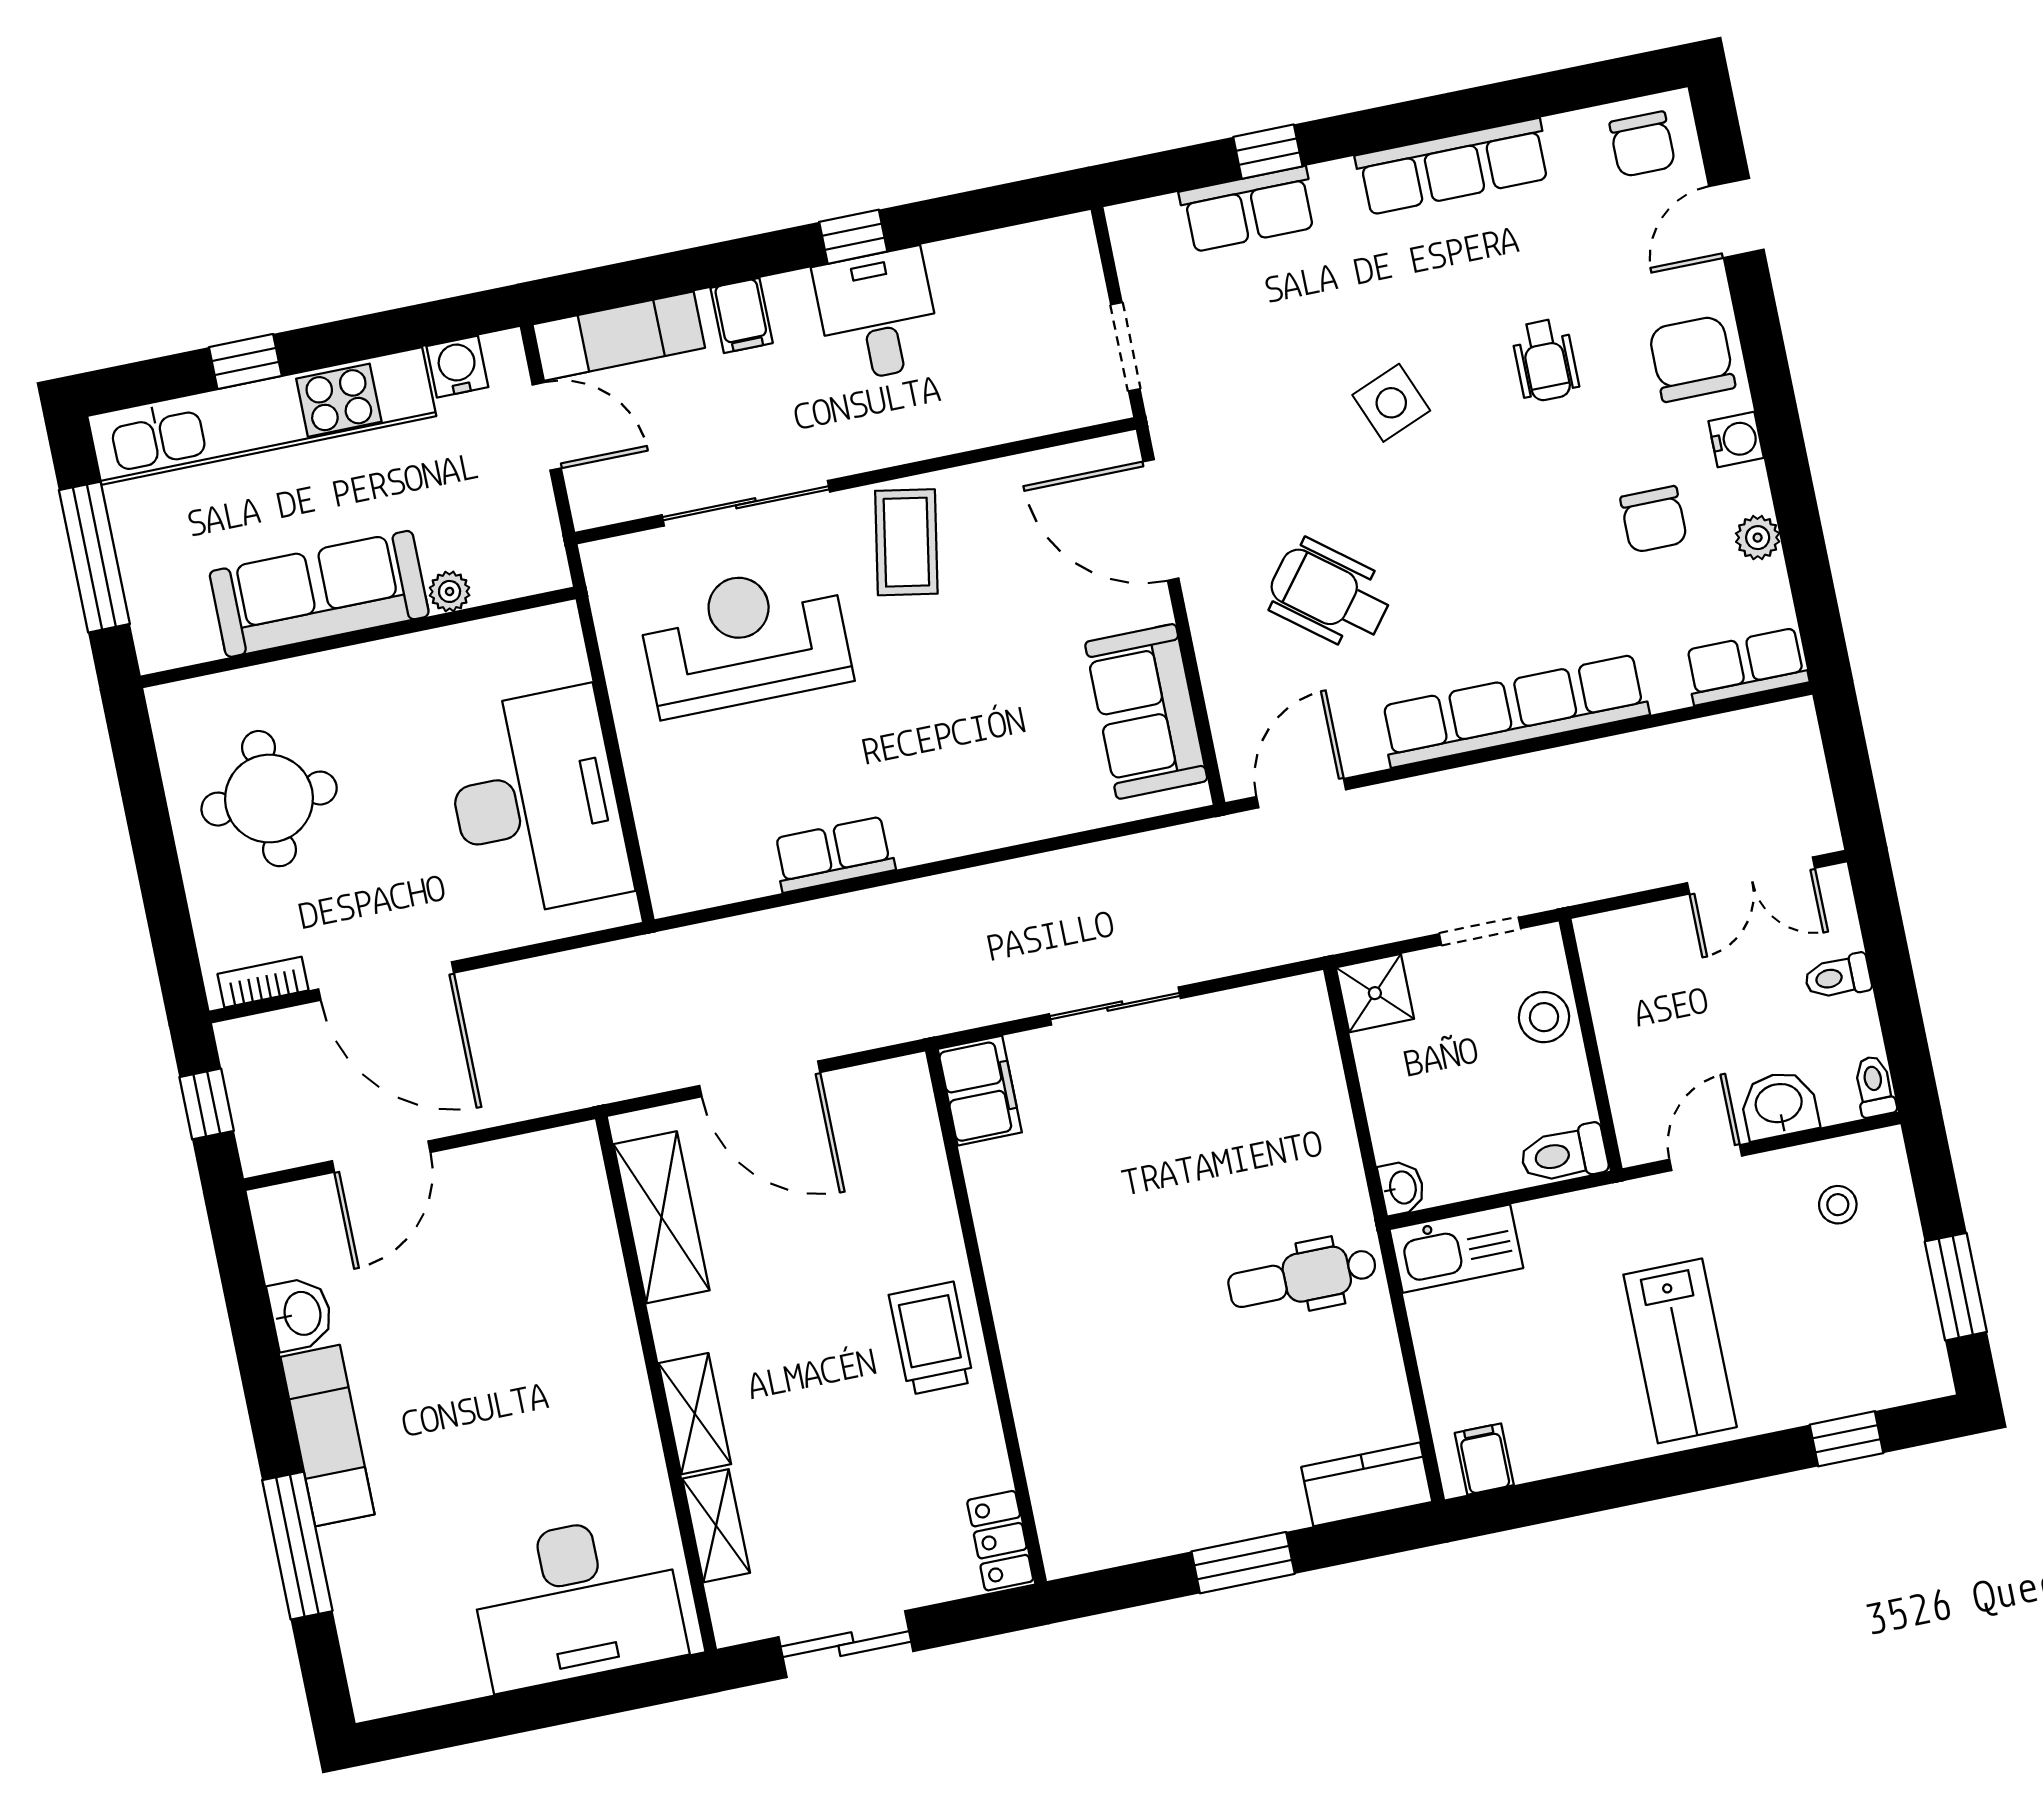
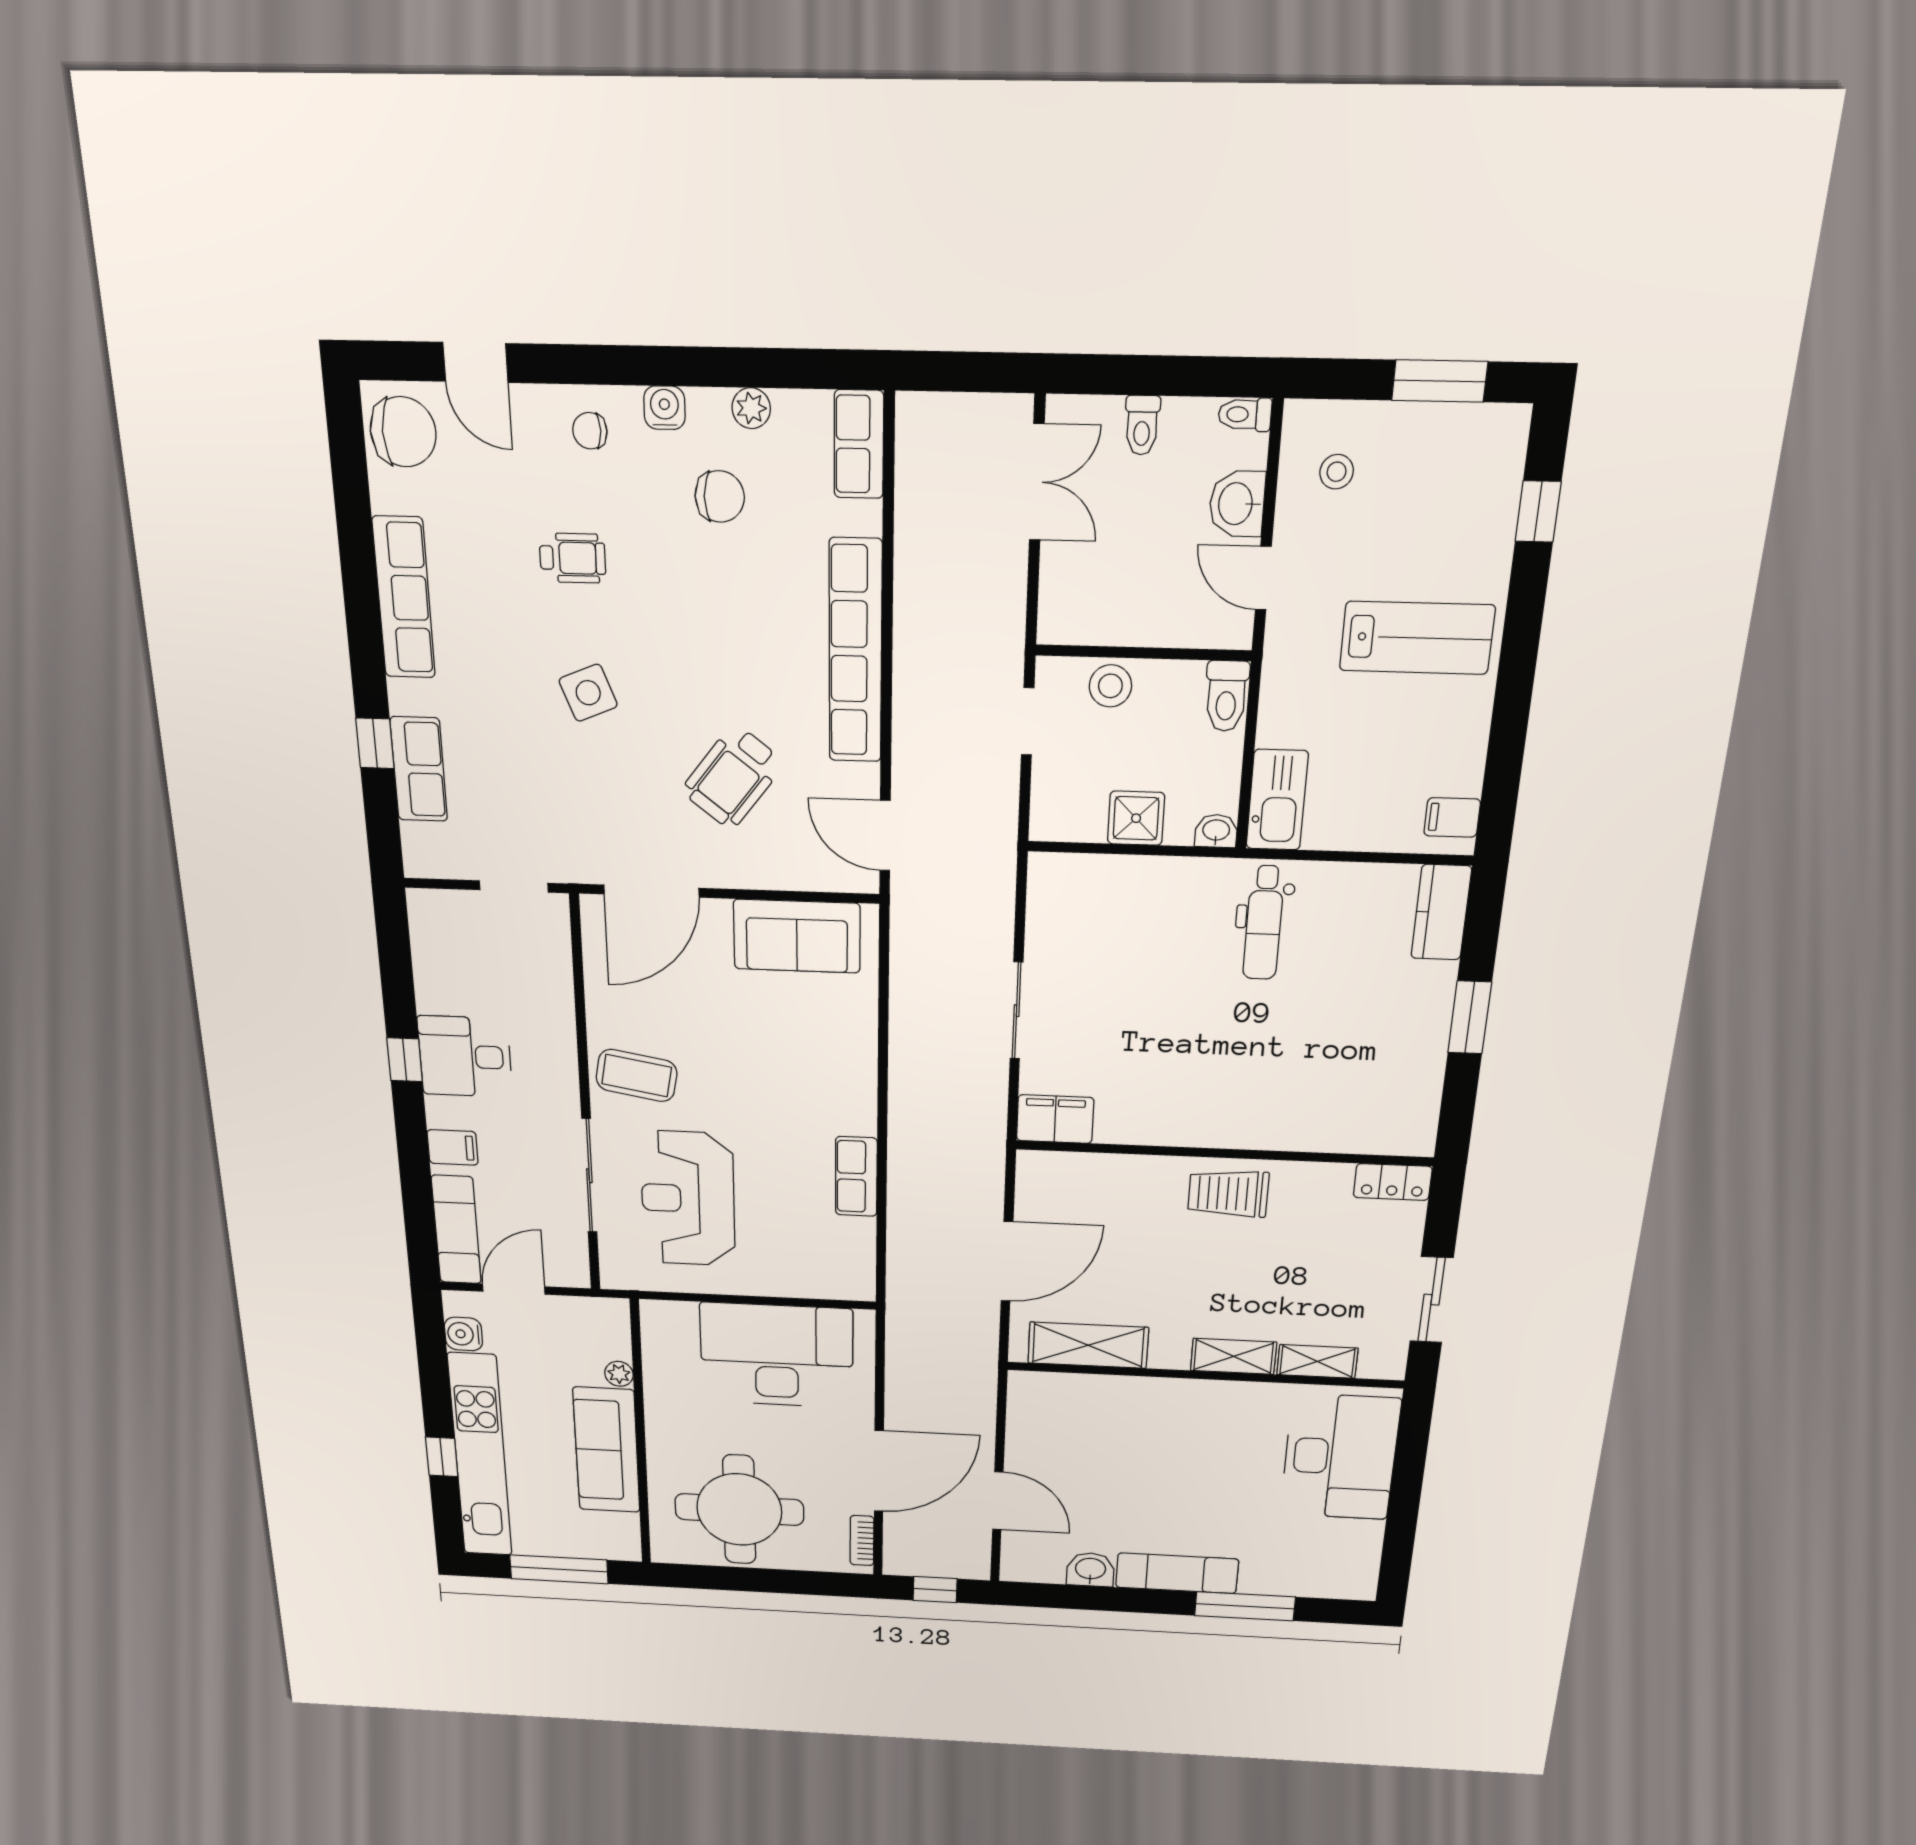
chair: (1642, 144) -> (403, 432), width x1.37, depth x1.37
chair: (1692, 359) -> (590, 431), width x0.54, depth x0.54
round table: (269, 799) -> (739, 1510), width x1.36, depth x1.36
shower: (1375, 993) -> (1136, 818), moved

